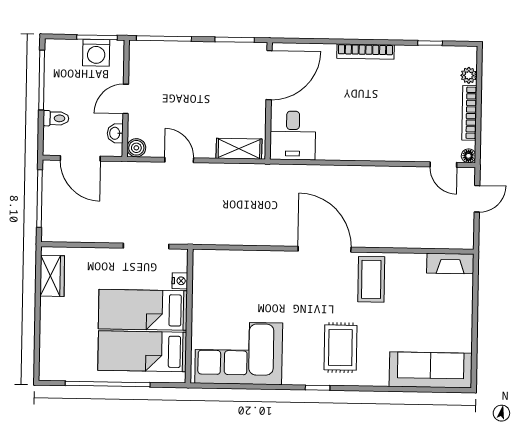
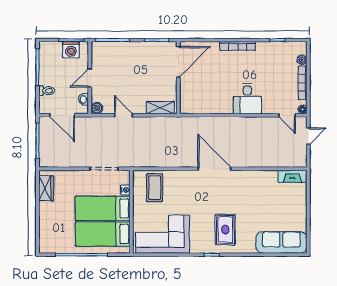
desk: (293, 135) -> (247, 99), moved
coffee table: (371, 279) -> (155, 188), moved

